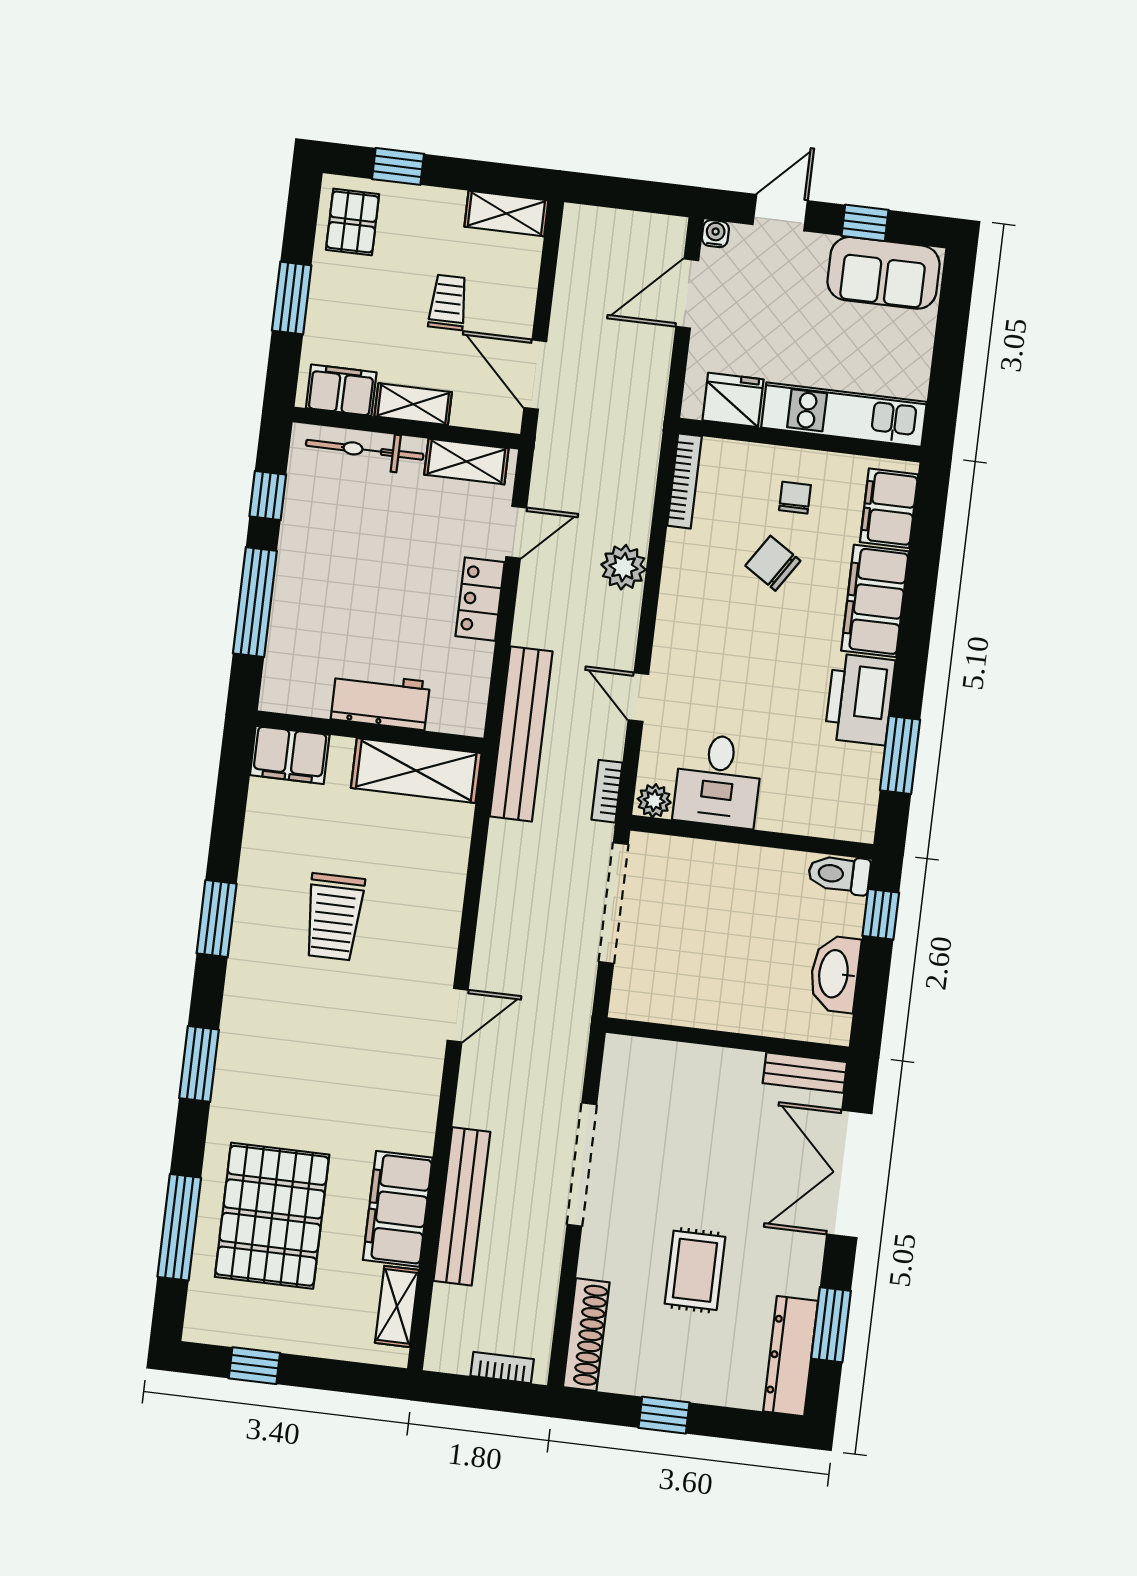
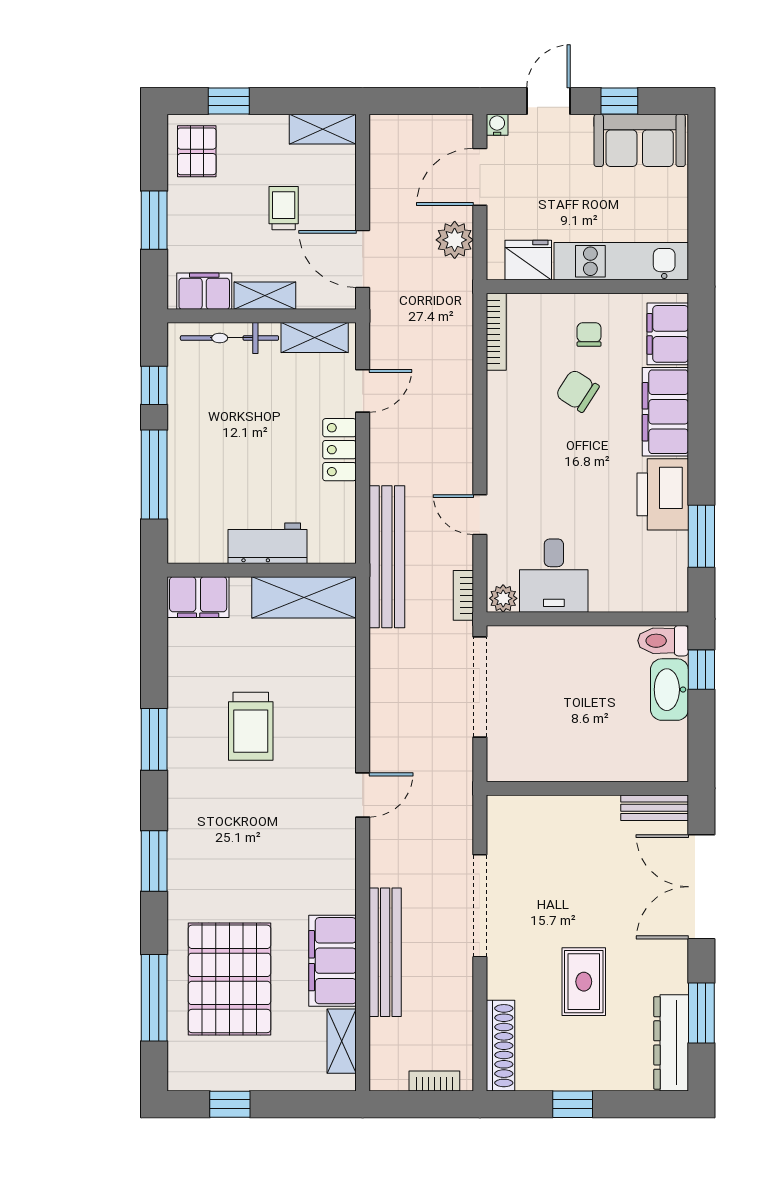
plant: (624, 567) -> (455, 240), moved
washbasin: (835, 974) -> (669, 690), moved

